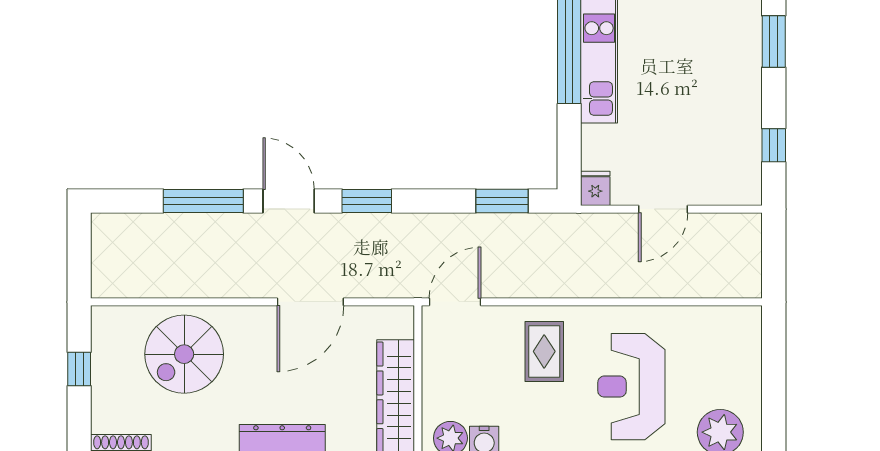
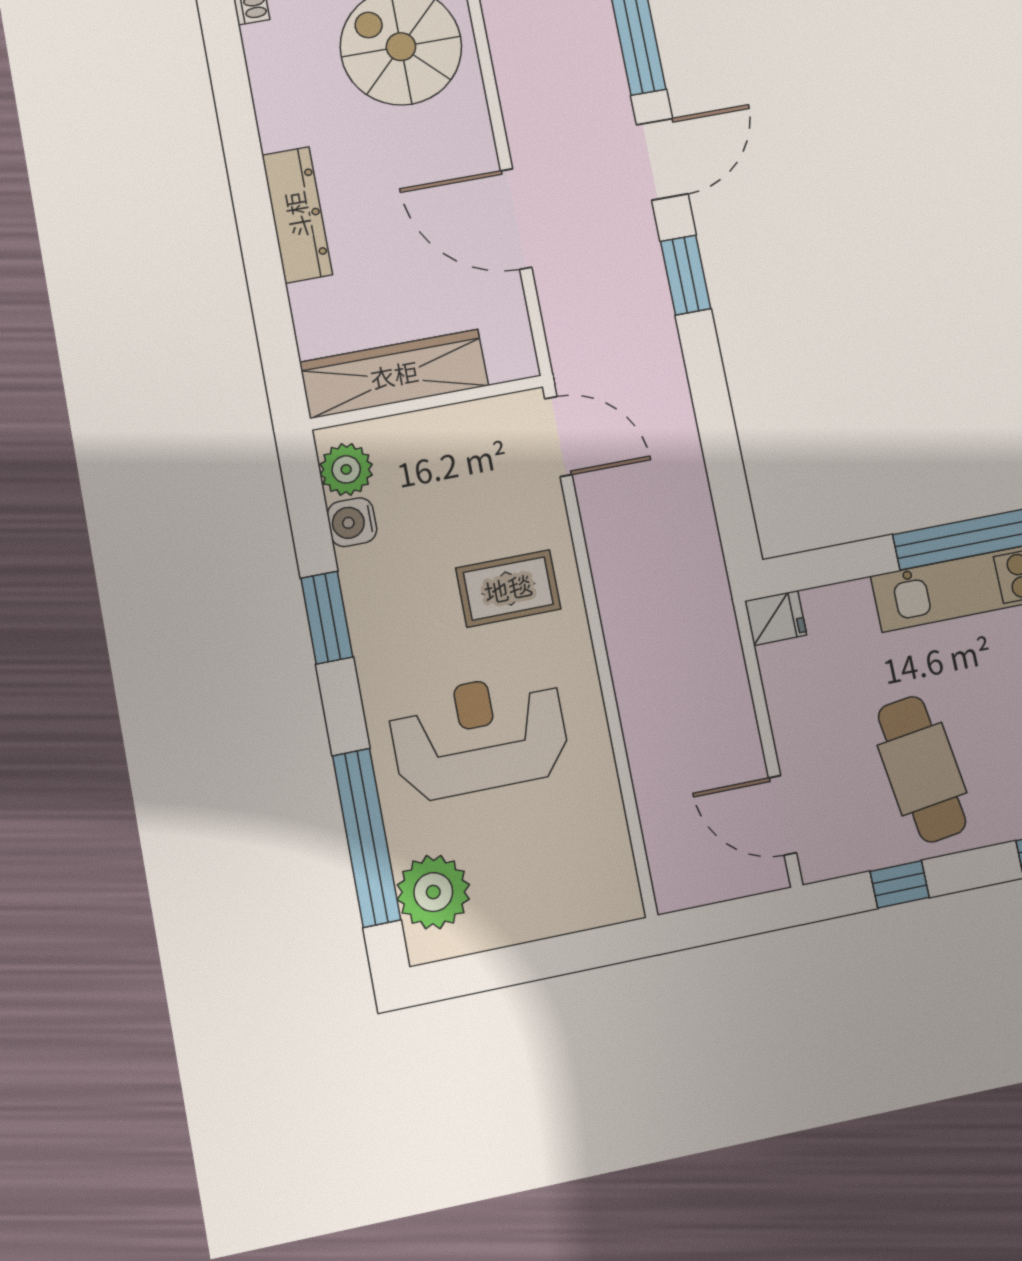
cafe table: (707, 116) -> (922, 769), added
window: (502, 201) -> (727, 479), removed
door: (663, 209) -> (782, 815), moved

